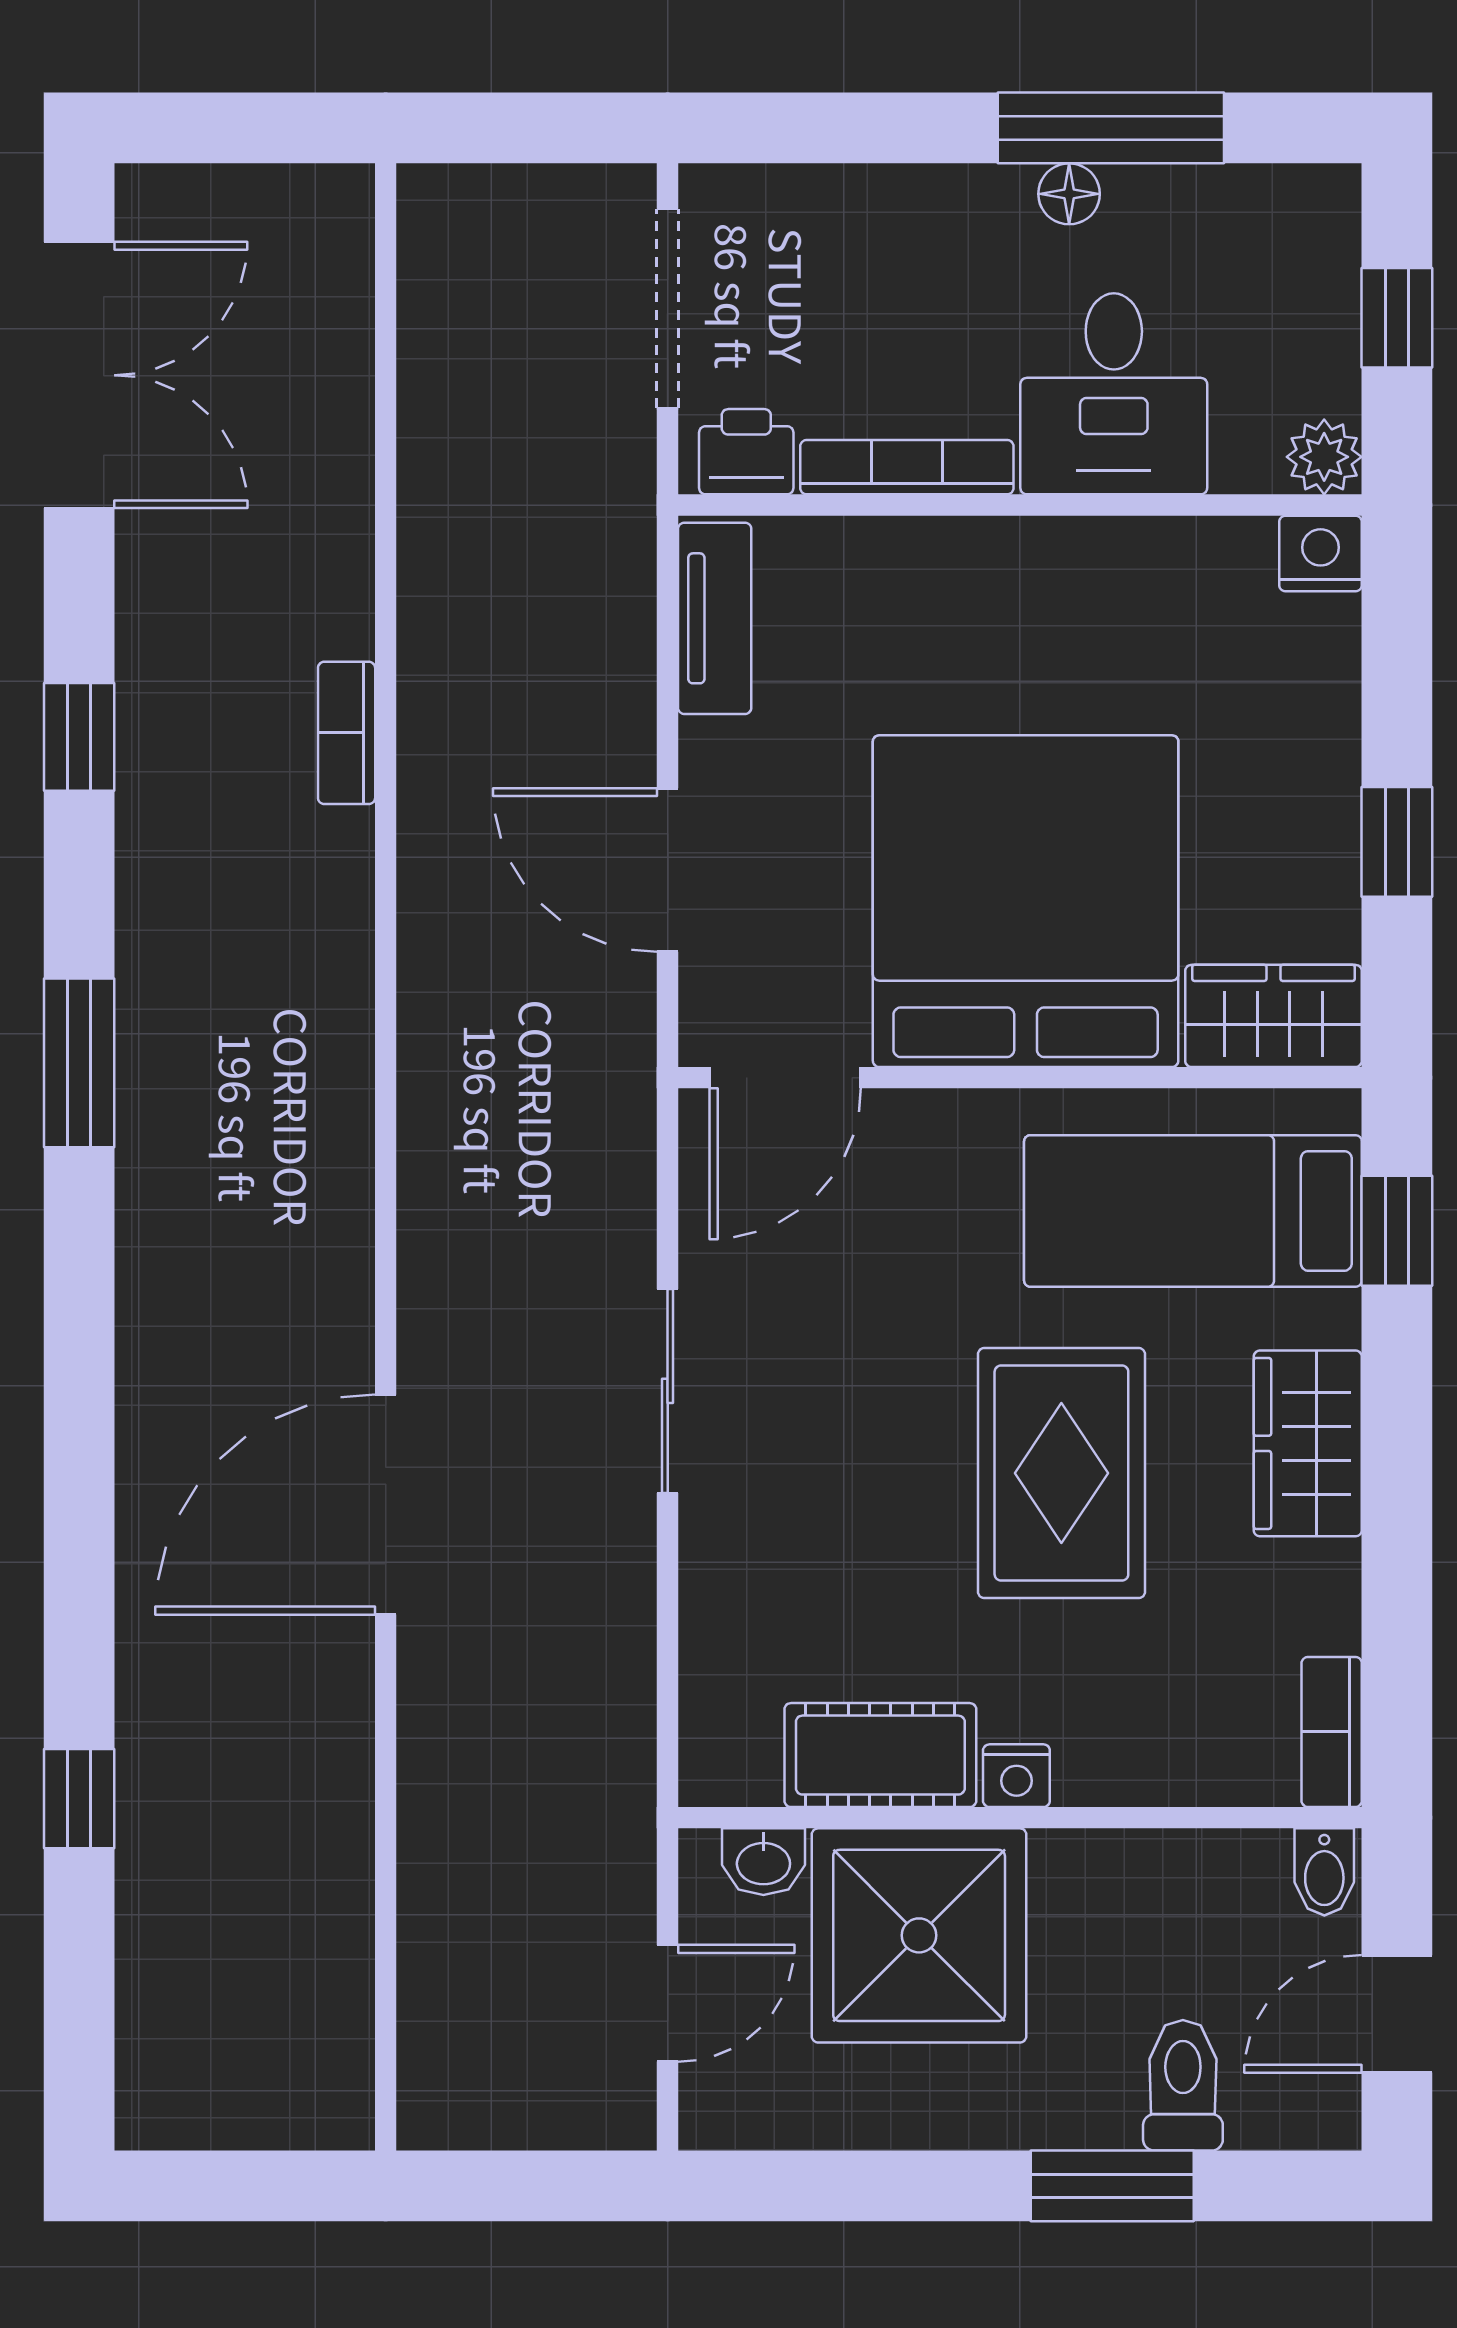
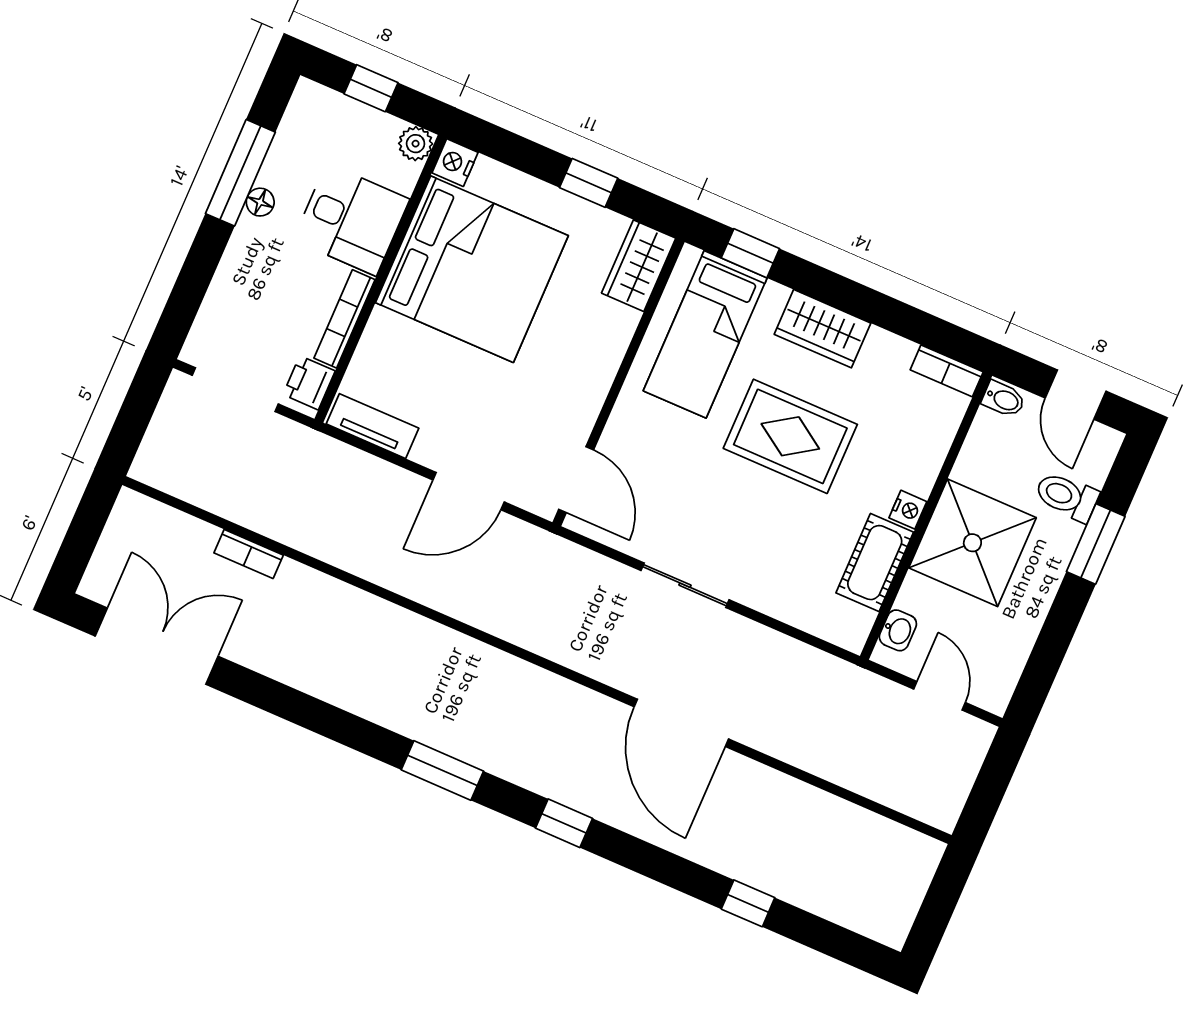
bookcase: (347, 733) -> (249, 554), moved
window: (79, 737) -> (564, 823), moved
bed: (1026, 901) -> (472, 269), moved, turned 180
shower: (919, 1935) -> (972, 543), moved

